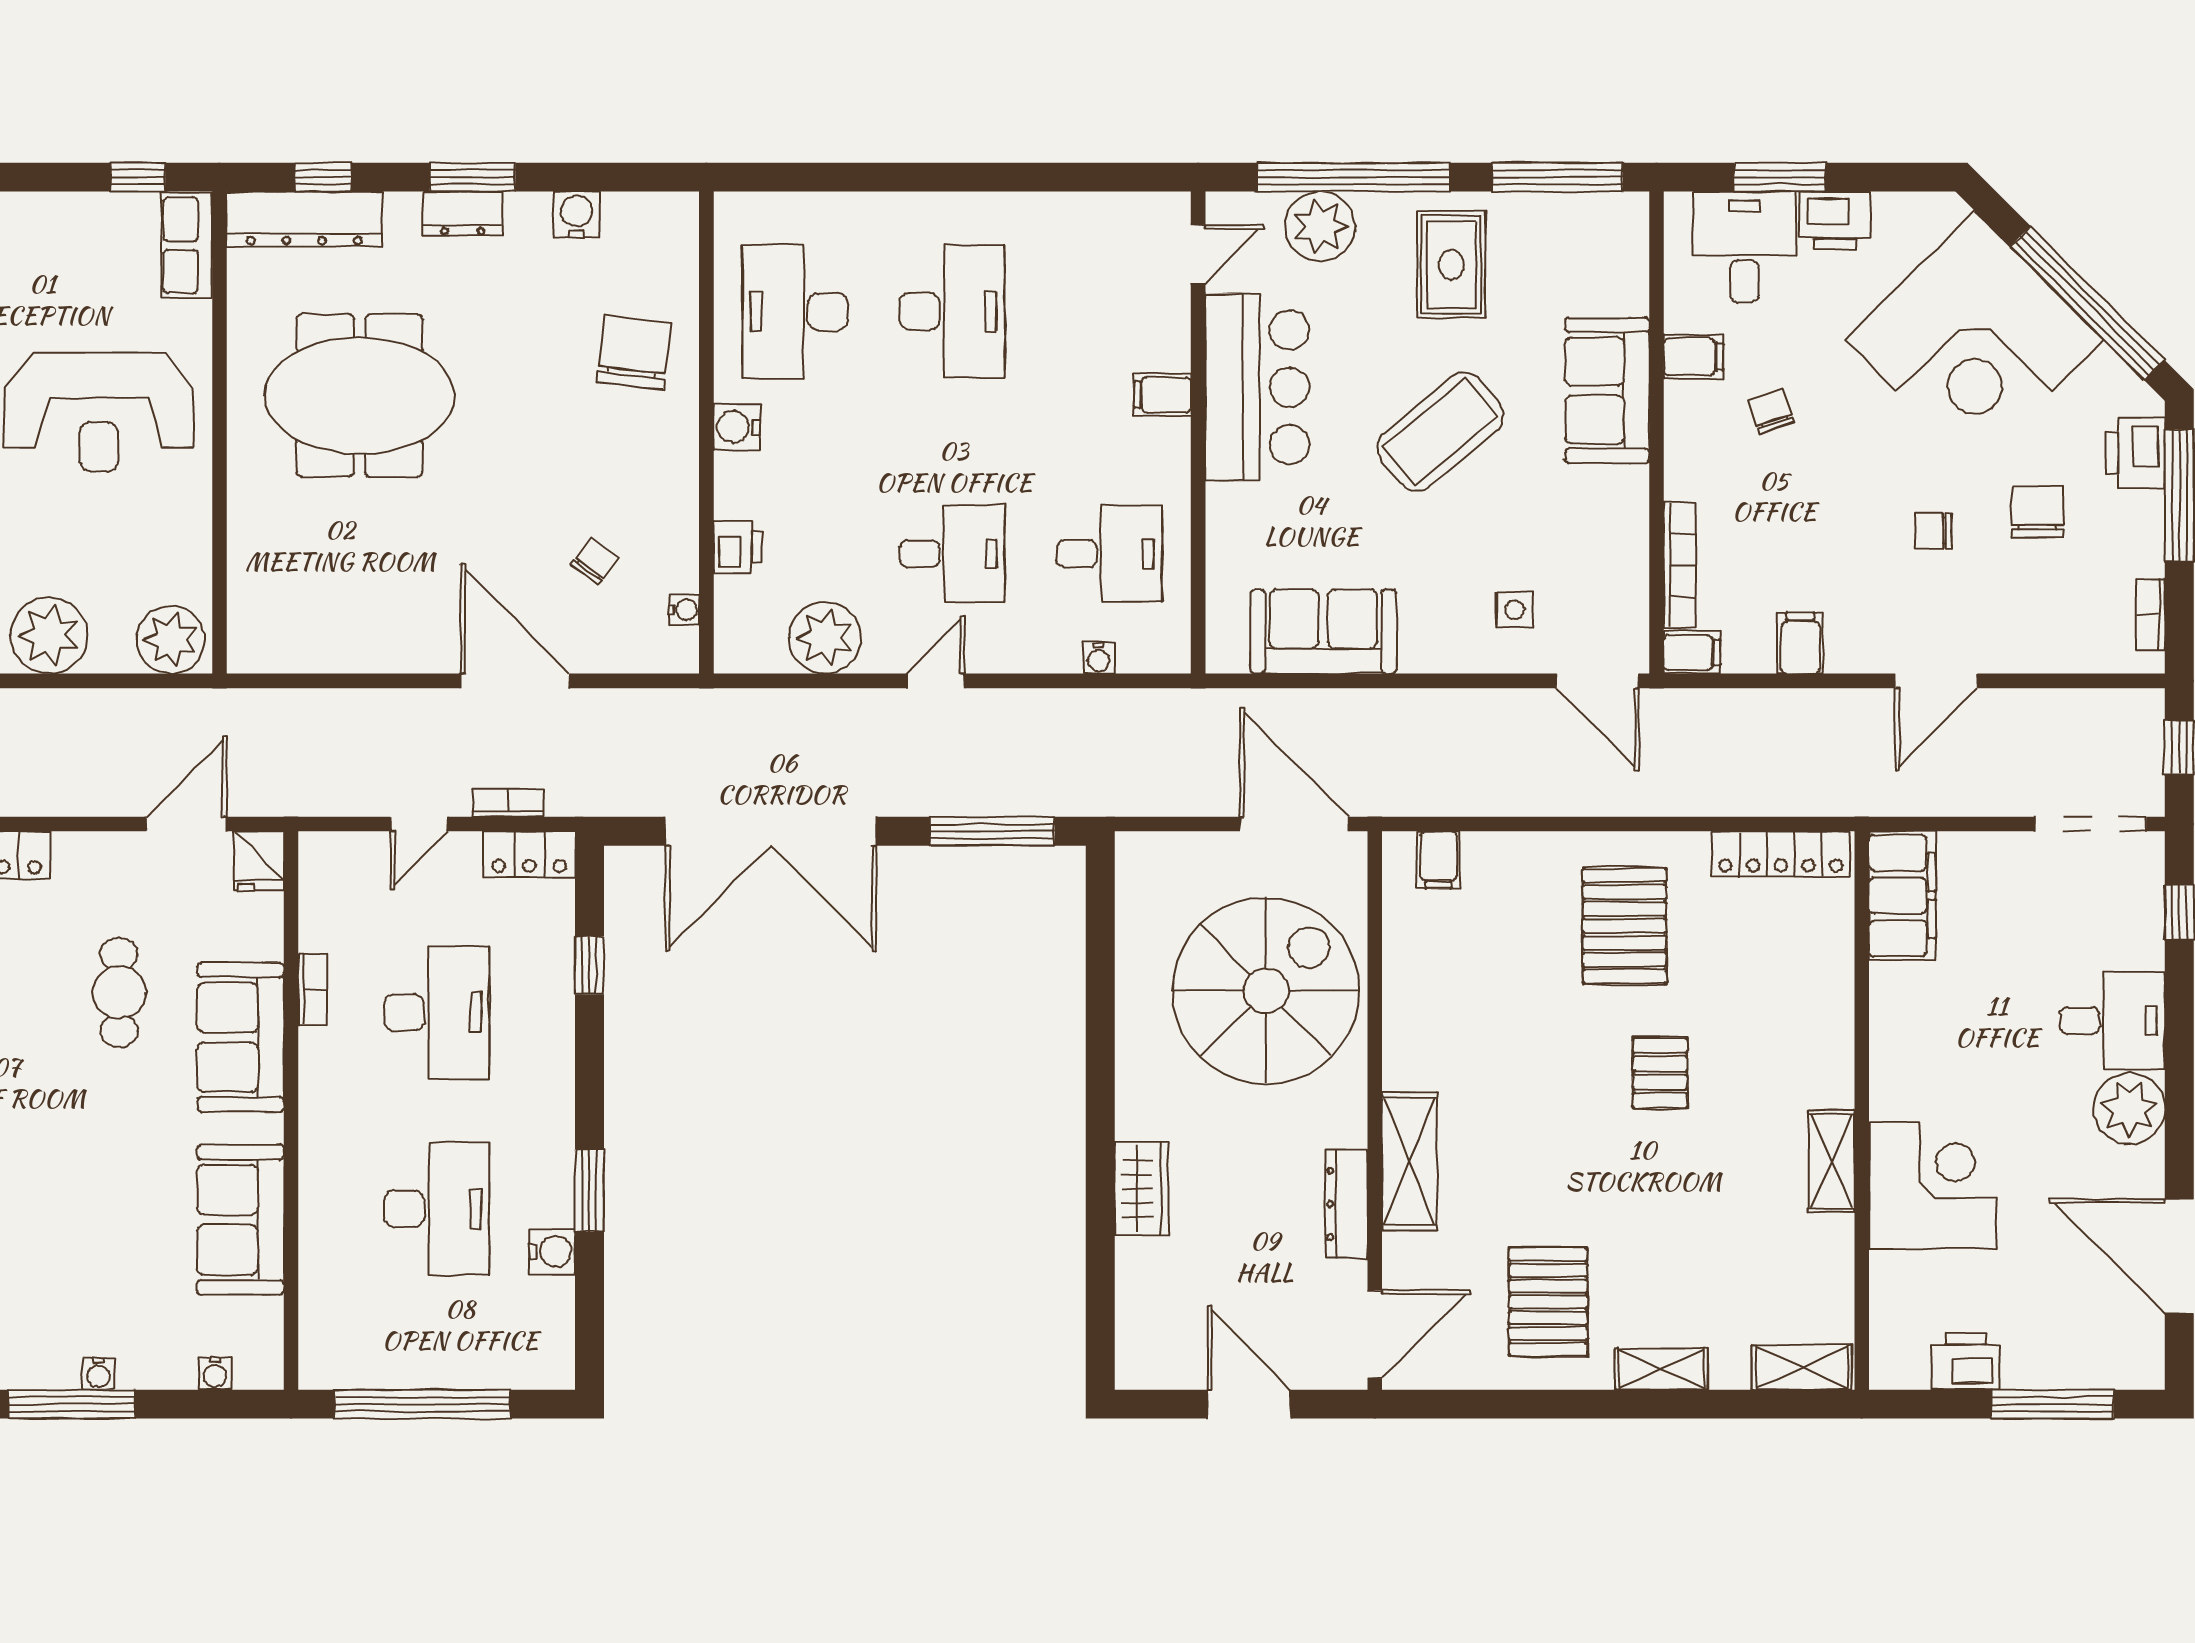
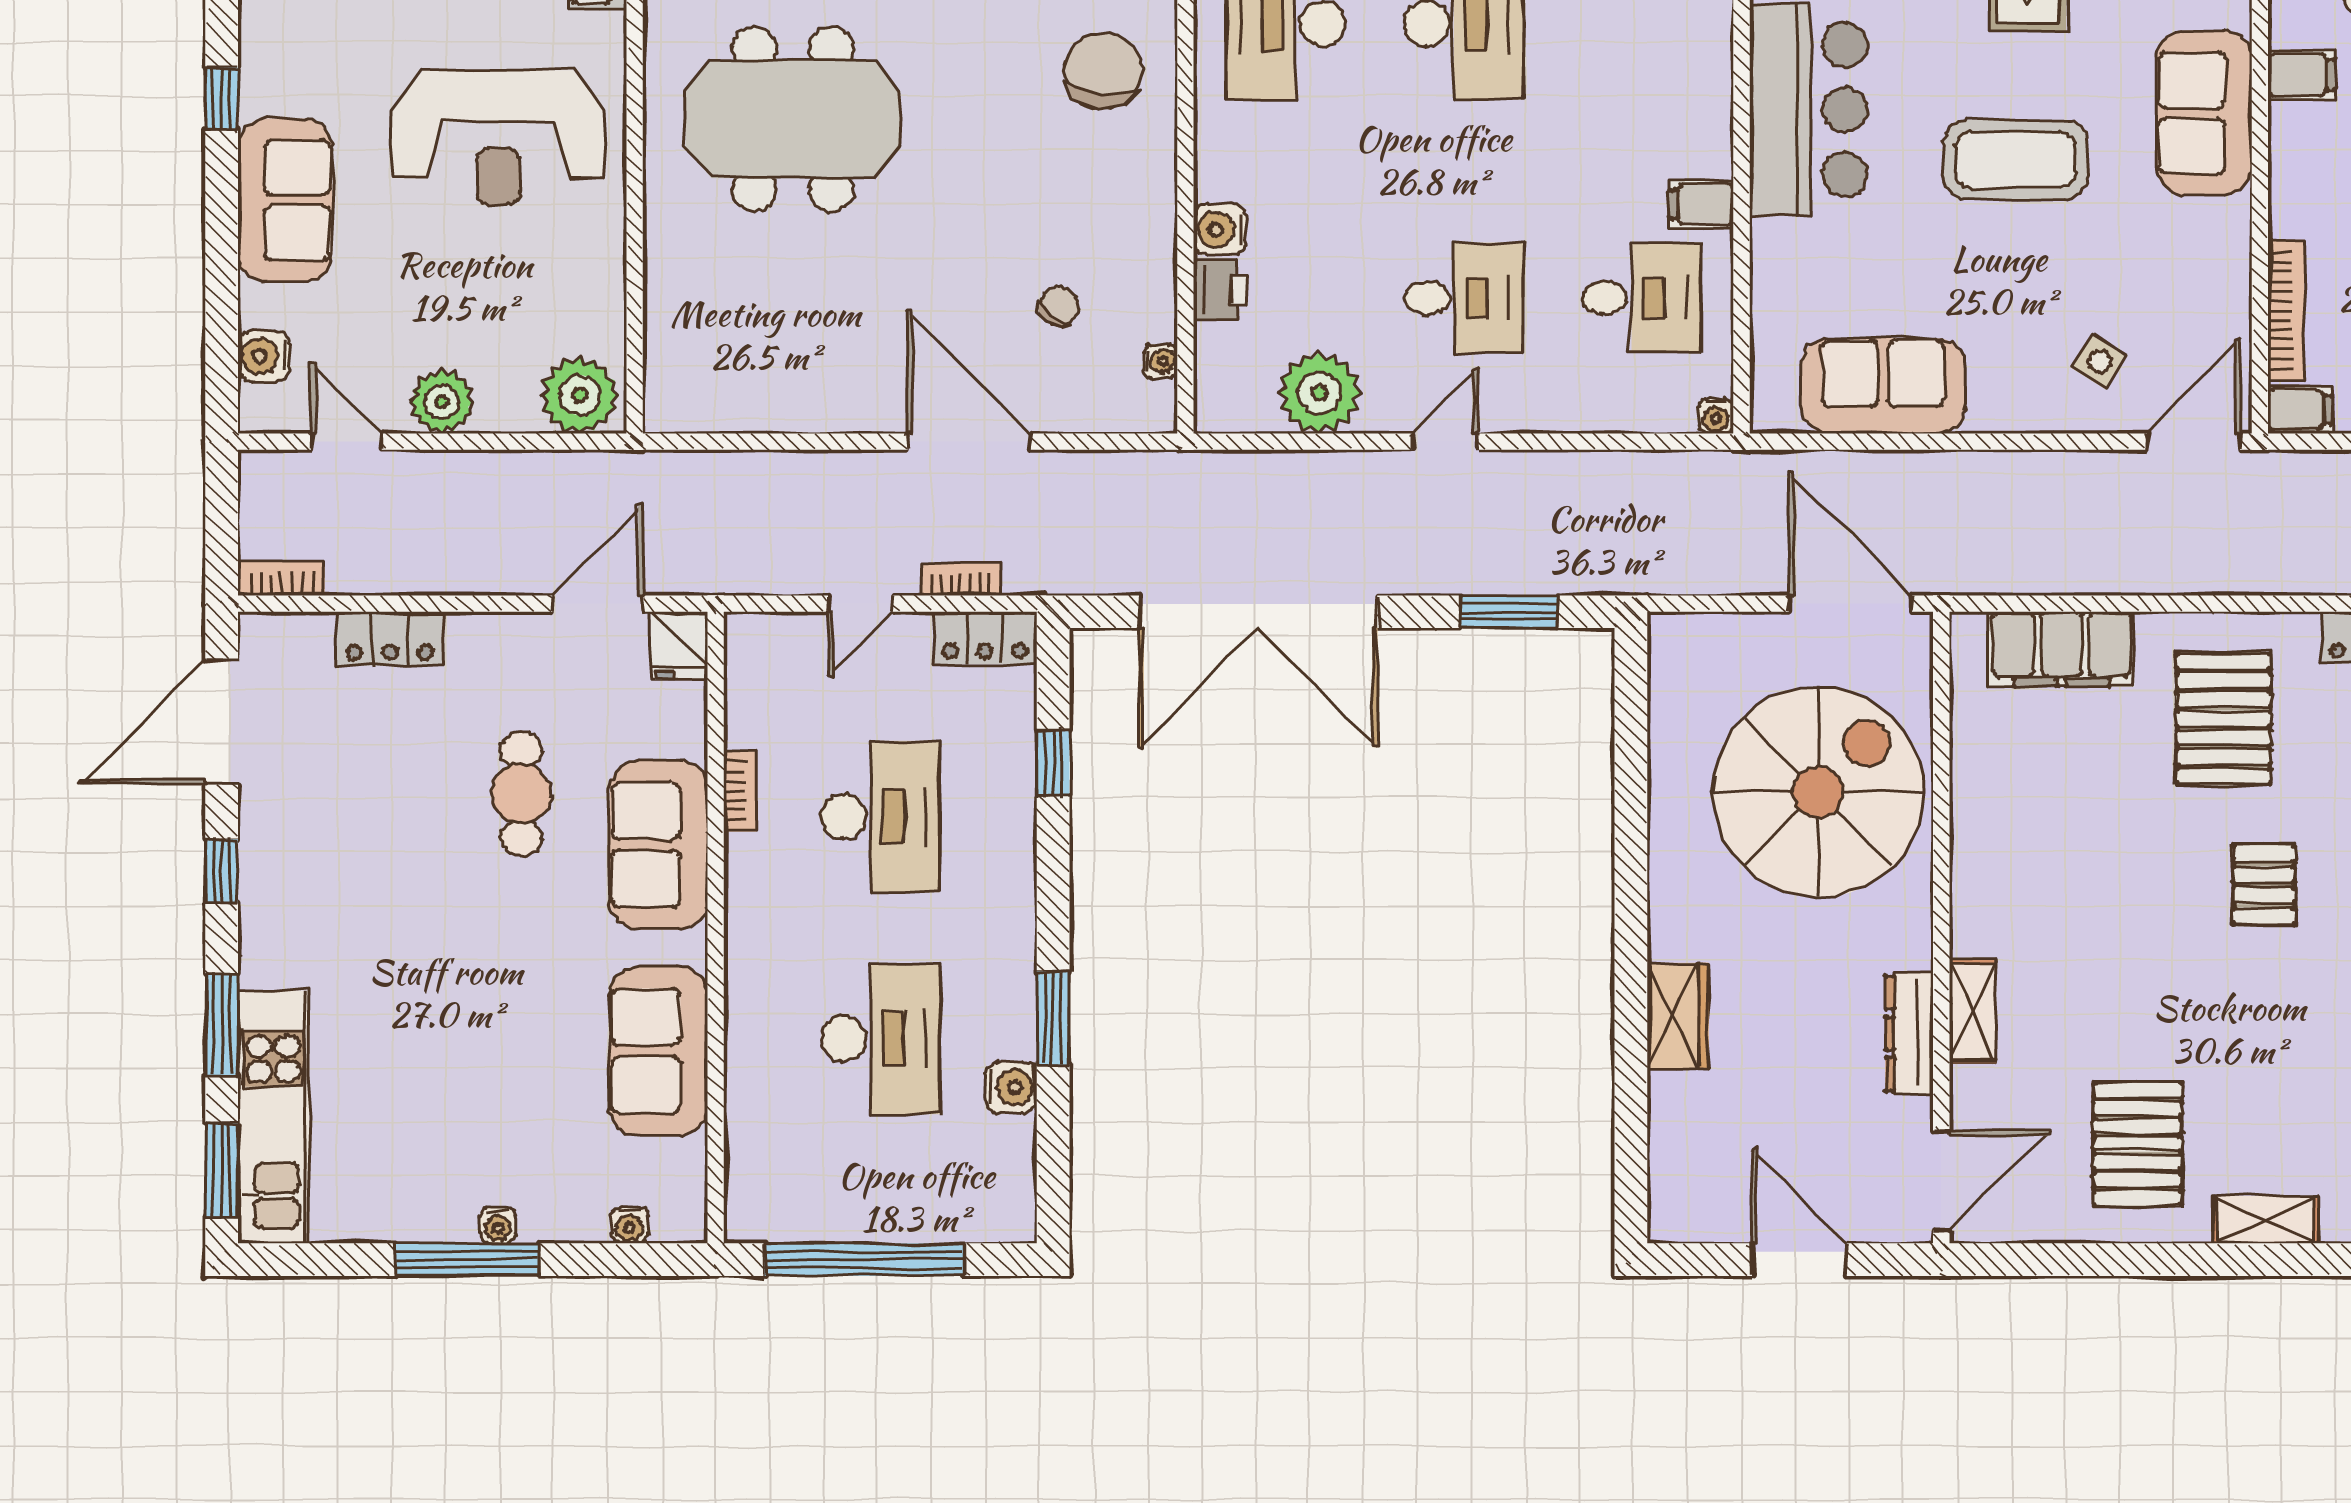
filing cabinet: (1162, 395) -> (1701, 204), moved
water cooler: (737, 427) -> (1220, 230), moved
coffee table: (1440, 432) -> (2016, 160), turned 40
side table: (1515, 610) -> (2099, 361), turned 32
plant: (49, 635) -> (442, 402), width x0.73, depth x0.73
water cooler: (1099, 658) -> (1716, 416), moved
door: (1598, 681) -> (2193, 442), swing flipped
window: (992, 831) -> (1509, 612), width x0.69
filing cabinet: (1438, 860) -> (2062, 649), width x3.00, depth x1.17
shelving: (1409, 1161) -> (1973, 1011), width x0.67, depth x0.75

